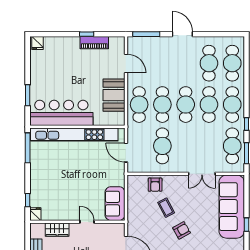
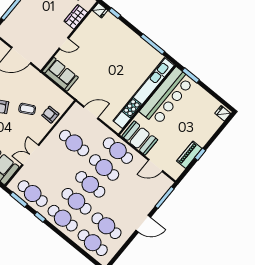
bar counter: (61, 113) -> (167, 97), moved
wall: (77, 127) -> (147, 100), moved
kitchen unit: (74, 135) -> (144, 93), moved

